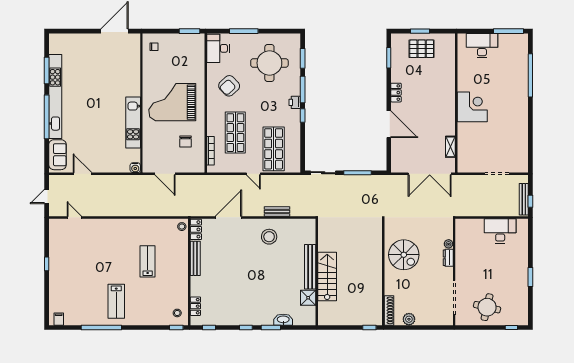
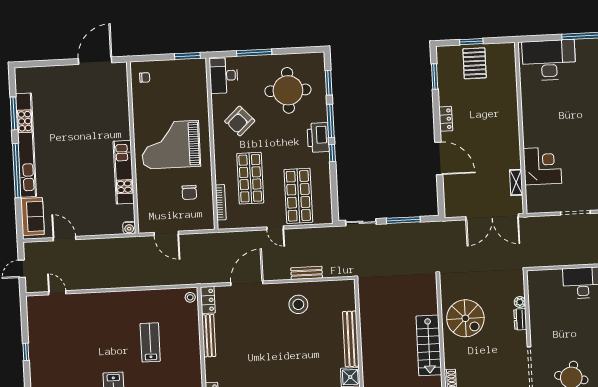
desk: (482, 46) -> (549, 60), width x1.36, depth x1.30
pallet: (422, 49) -> (475, 63), turned 90
printer: (295, 102) -> (318, 137), width x1.87, depth x1.48
corner desk: (472, 107) -> (542, 166), moved
stairs: (327, 277) -> (429, 345), moved, turned 180

